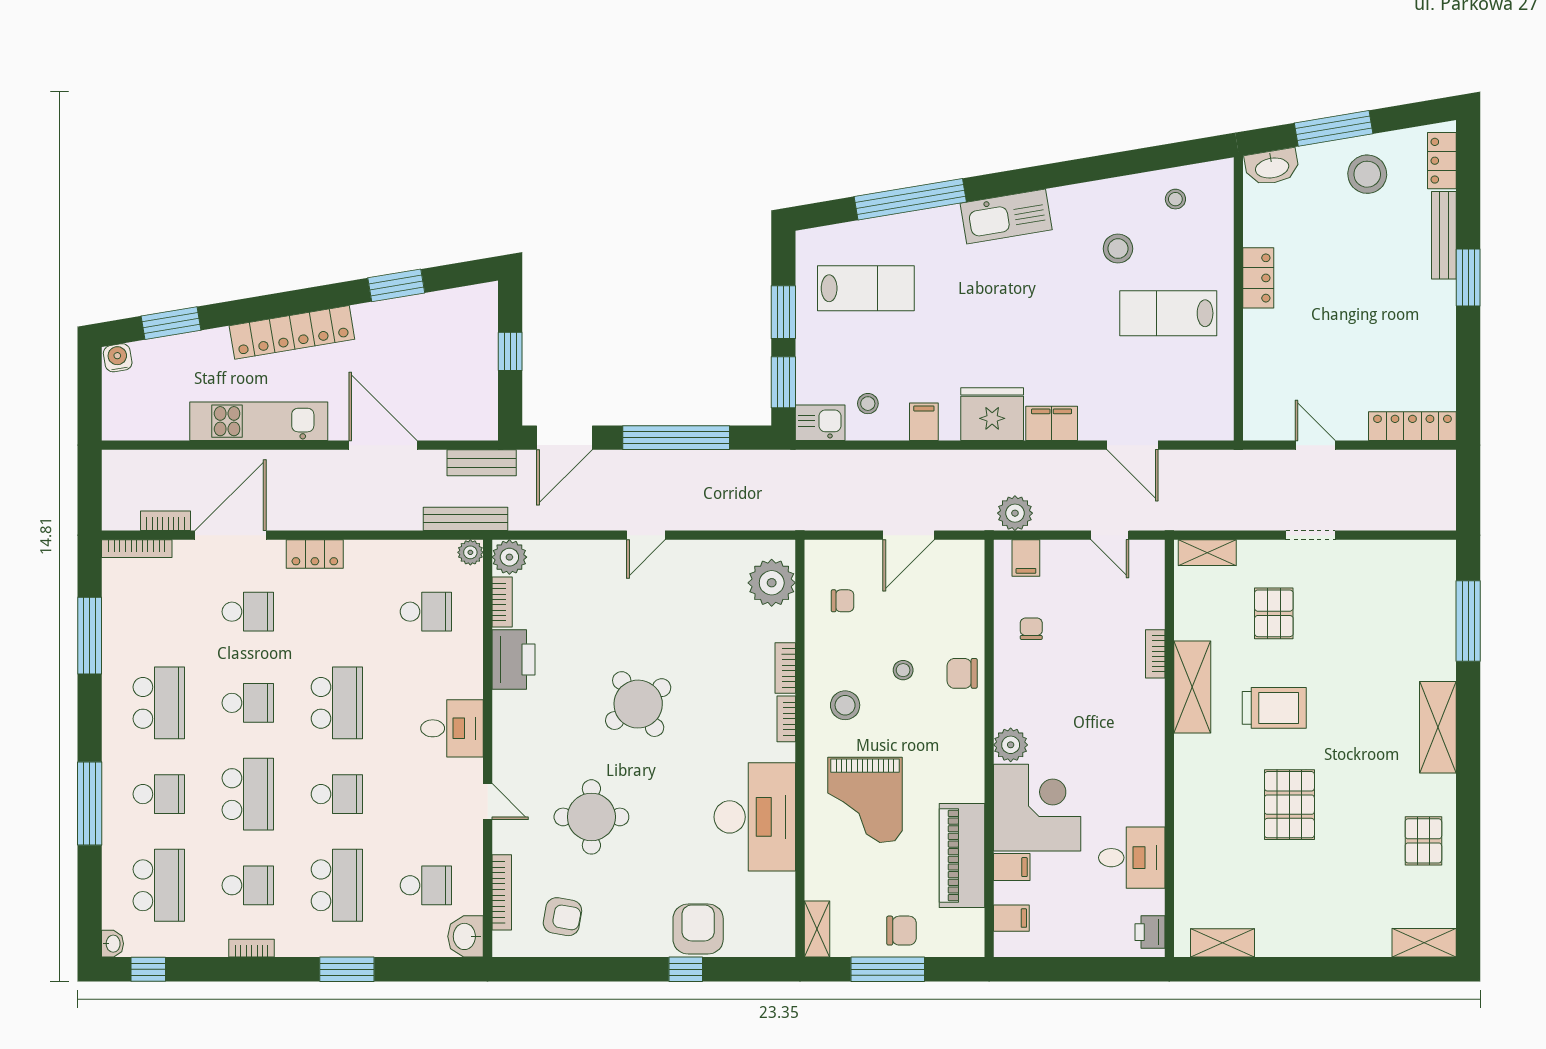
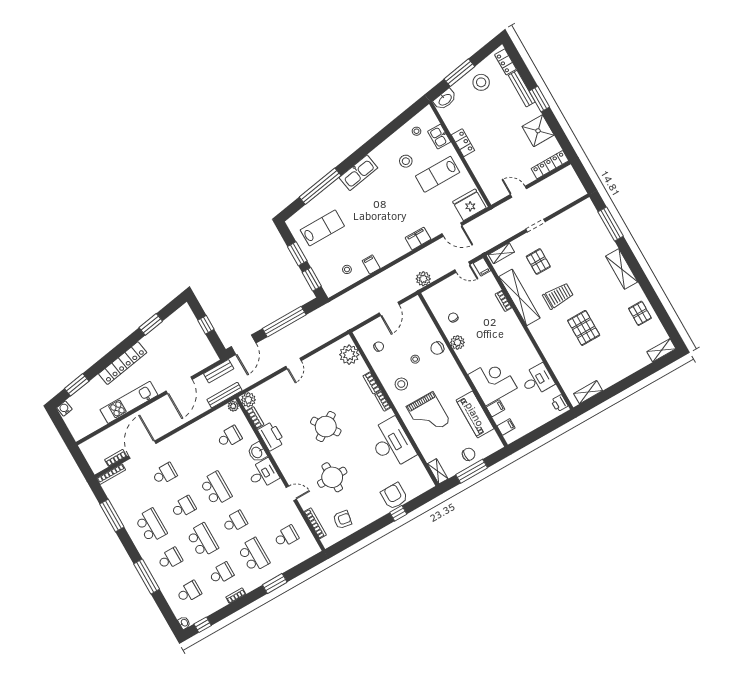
shower: (1428, 342) -> (538, 131), added
fridge: (992, 414) -> (469, 205), moved
kitchen sink: (820, 423) -> (439, 137), moved, turned -90
door: (383, 445) -> (179, 385), swing flipped
locker: (315, 554) -> (177, 439), removed
filing cabinet: (1026, 558) -> (482, 267), moved
shelving: (1192, 687) -> (519, 297), width x1.47
plant: (1011, 745) -> (457, 342), moved
school desk: (159, 885) -> (189, 592), width x0.54
washbasin: (465, 936) -> (257, 452), moved

